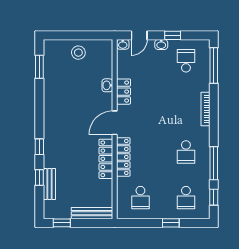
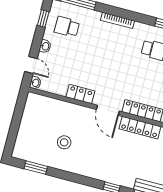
window: (173, 35) -> (43, 19), moved
stool: (78, 53) -> (64, 142), moved
washbasin: (107, 85) -> (70, 108), removed

